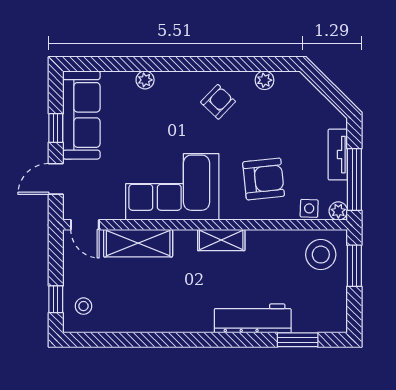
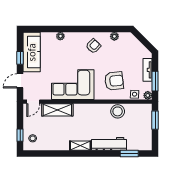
window: (354, 179) -> (155, 81), width x0.69
door: (85, 225) -> (33, 102), hinge flipped
shelving: (221, 240) -> (80, 146), moved
stool: (321, 255) -> (118, 111), moved

